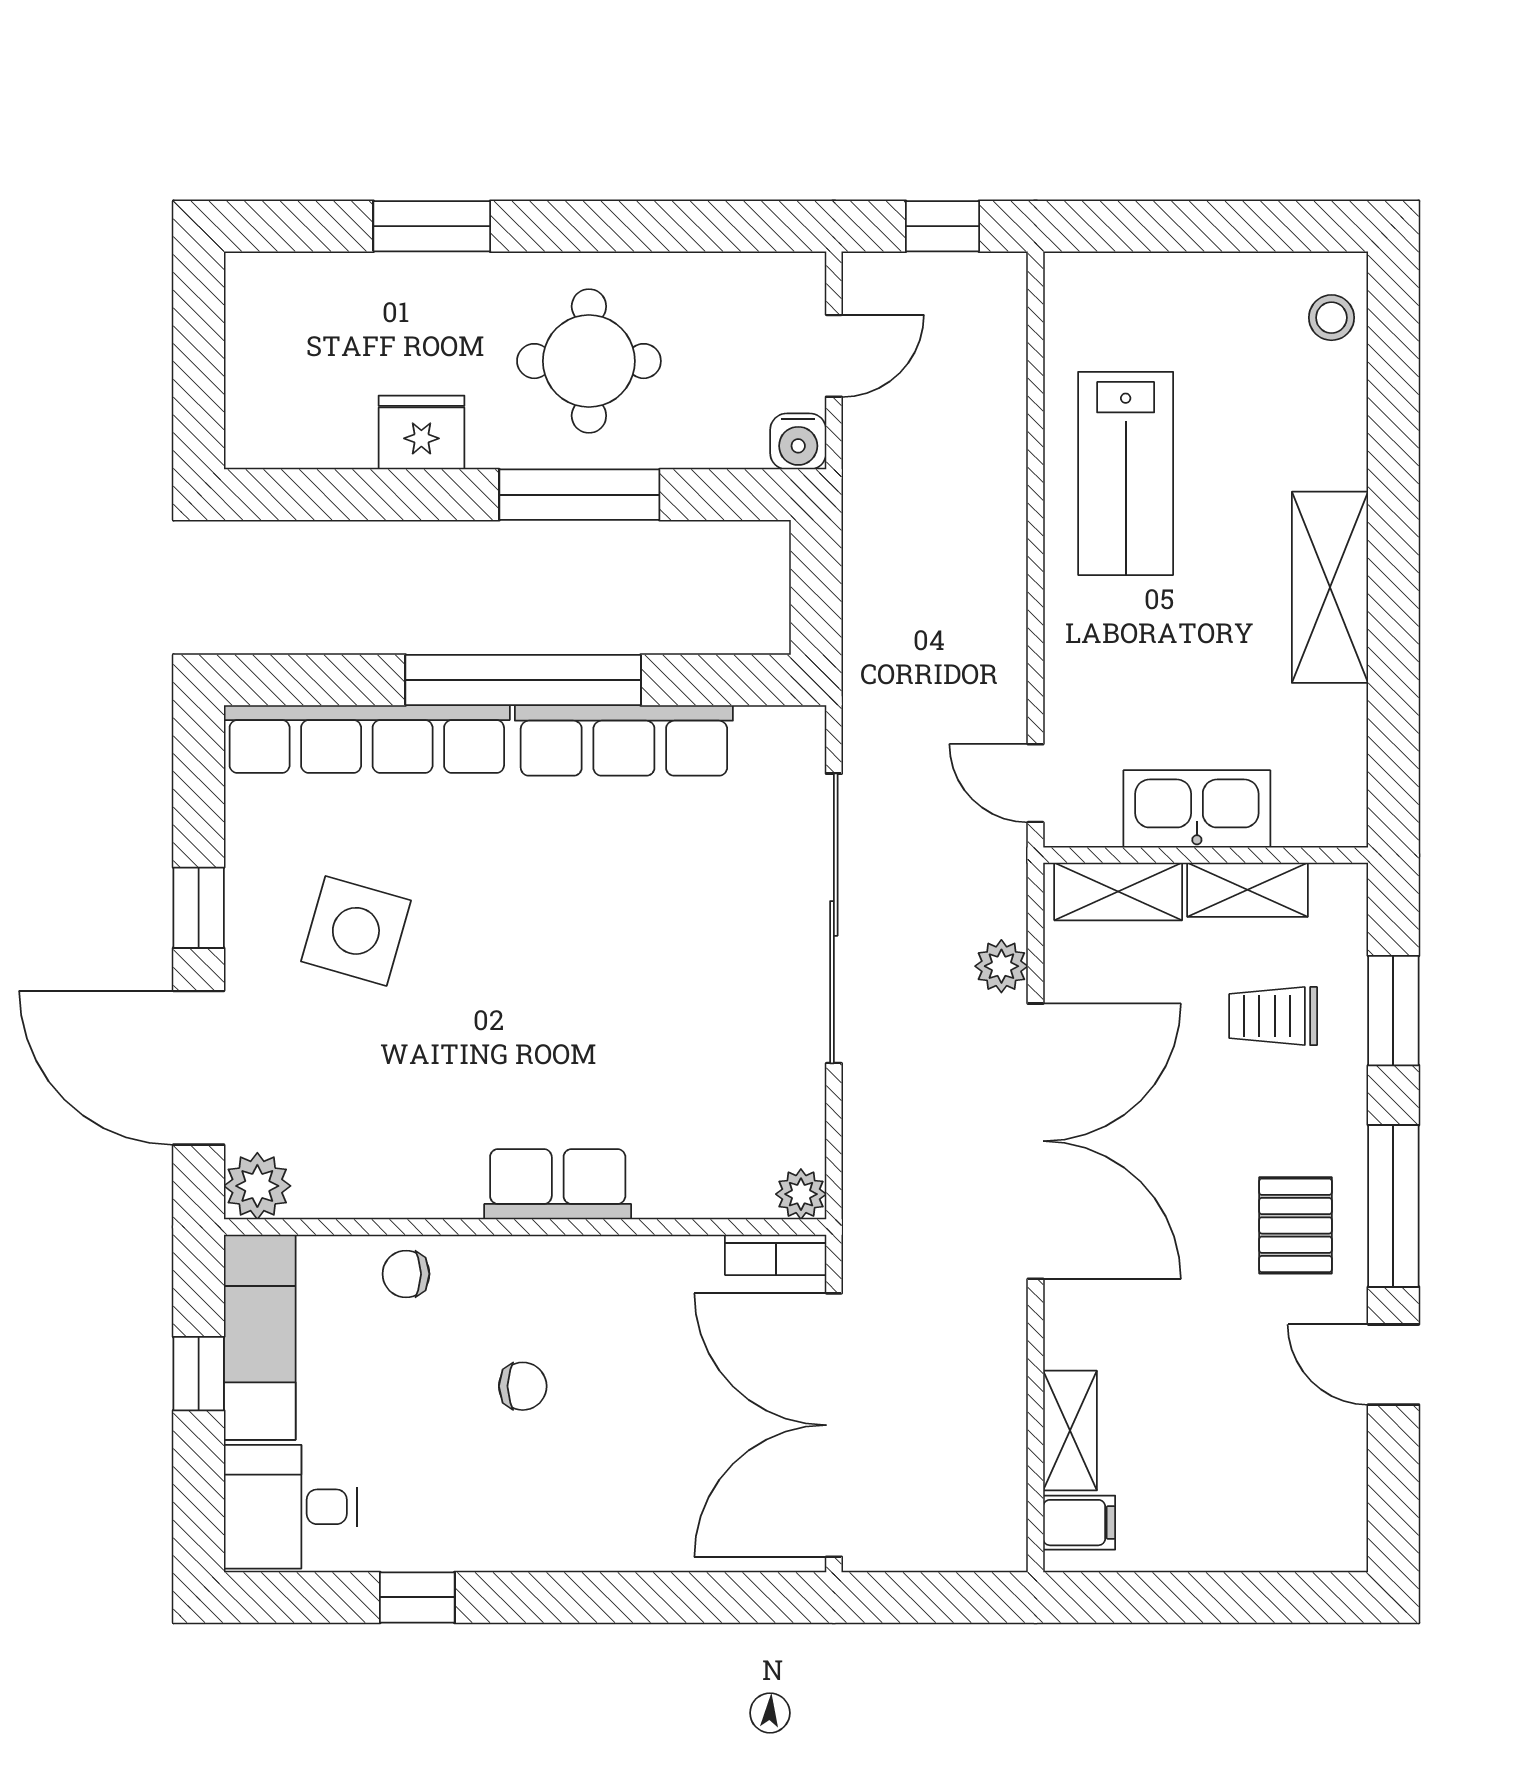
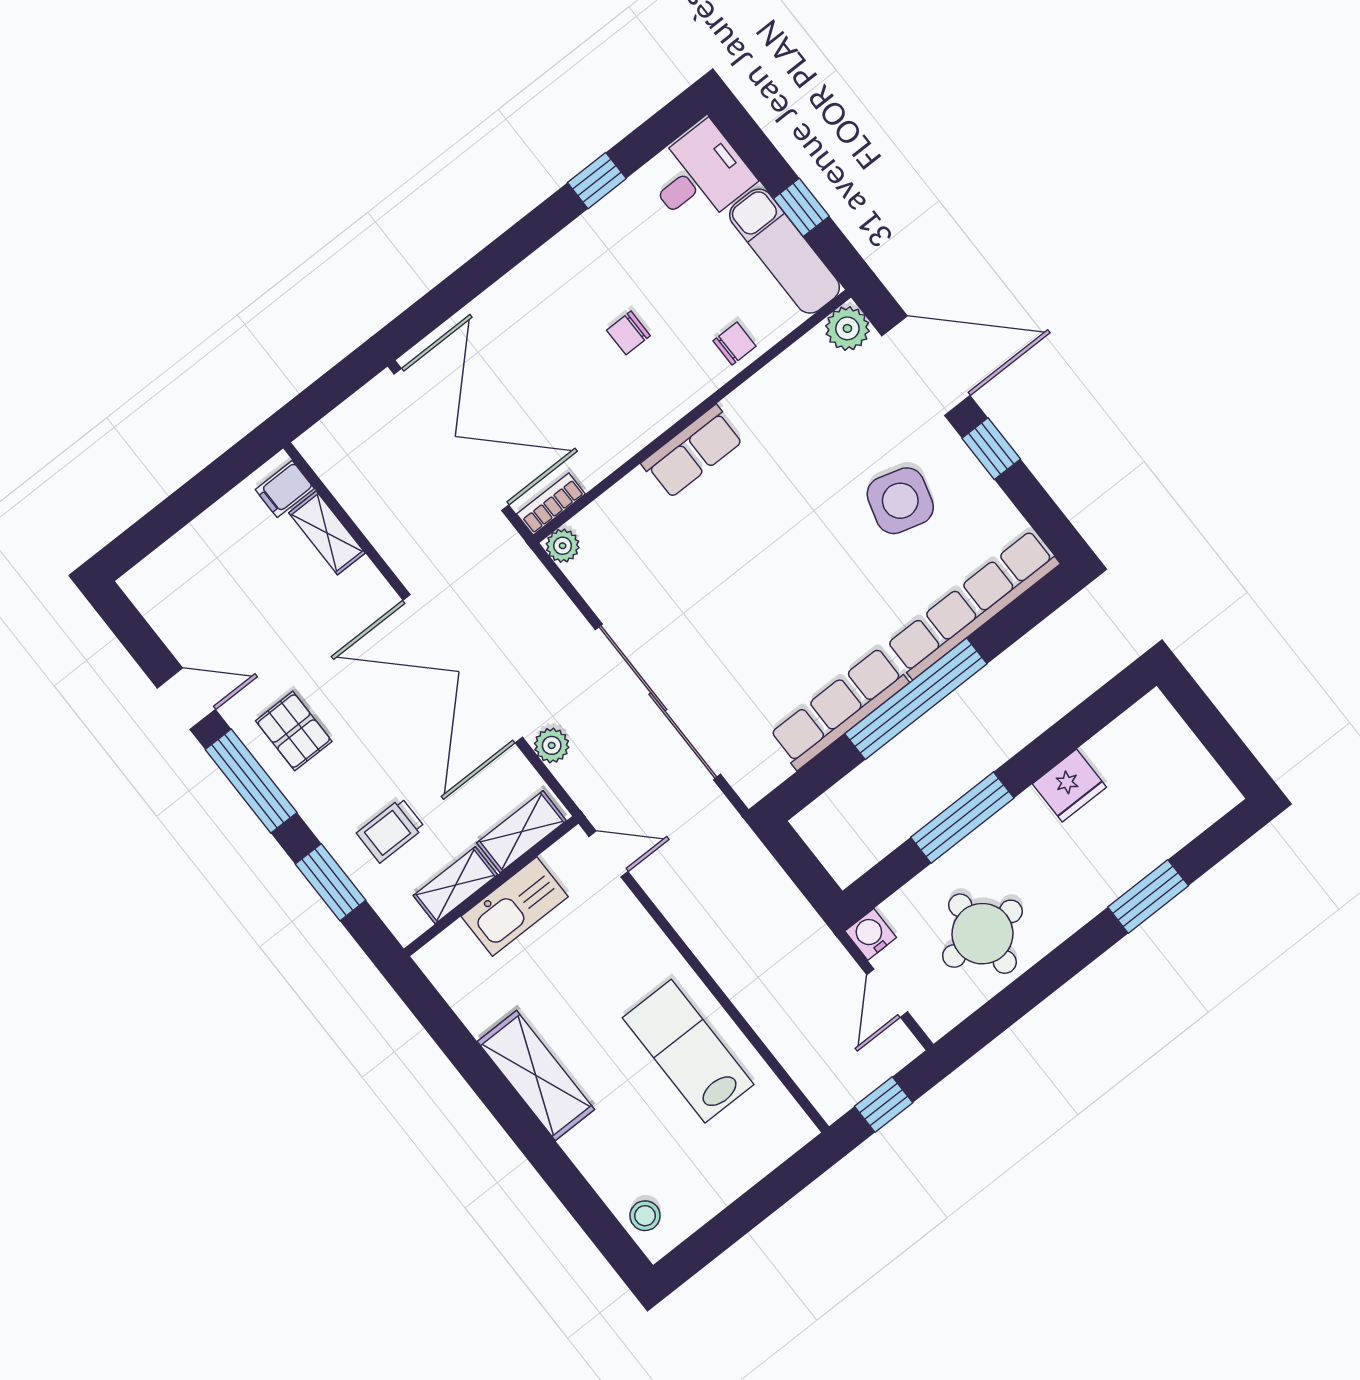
round table: (589, 361) -> (982, 934), moved
trolley: (1273, 1016) -> (391, 830), turned 180

